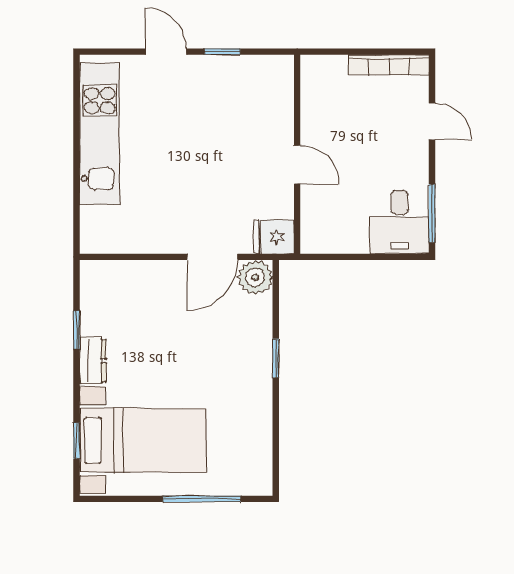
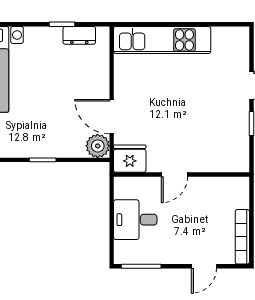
kitchen unit: (100, 133) -> (162, 40), moved
desk: (400, 222) -> (135, 220), moved
fridge: (274, 237) -> (130, 159), width x1.38
dresser: (93, 361) -> (79, 35), moved

